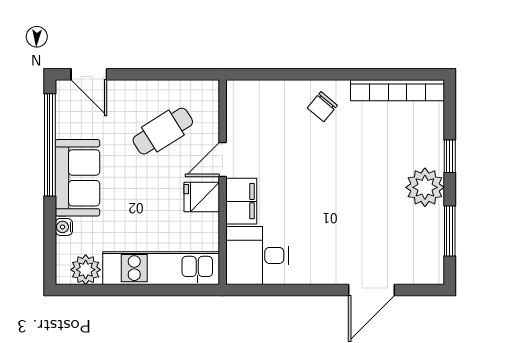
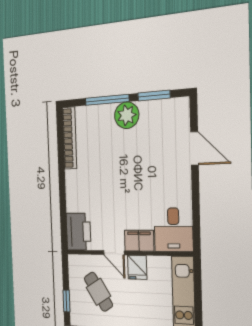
window: (146, 74) -> (66, 301), added
printer: (254, 100) -> (79, 232), added
chair: (322, 107) -> (81, 187), removed
window: (450, 156) -> (107, 100), width x2.17

